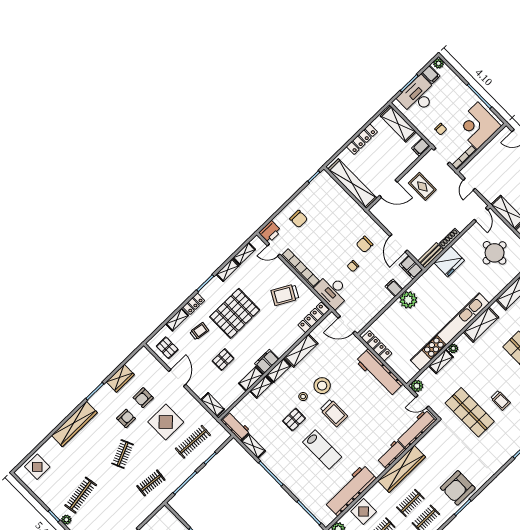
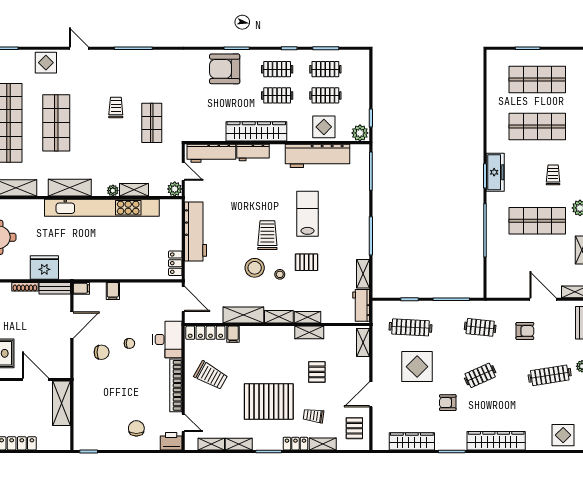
shelving: (352, 184) -> (62, 403), width x0.68
filing cabinet: (411, 267) -> (81, 288), width x0.50
plant: (408, 300) -> (111, 269), removed
locker: (377, 346) -> (175, 263), width x0.66
pallet: (223, 360) -> (317, 372), turned 90
filing cabinet: (267, 361) -> (233, 334), moved, width x0.50
wardrobe: (120, 378) -> (412, 441), width x1.50
armchair: (143, 398) -> (525, 331), moved
shop shelf: (470, 412) -> (152, 123), width x0.70, depth x0.74
armchair: (458, 488) -> (225, 69), turned 180

